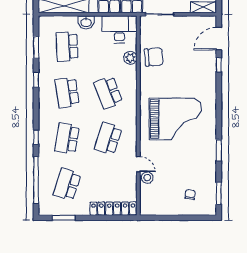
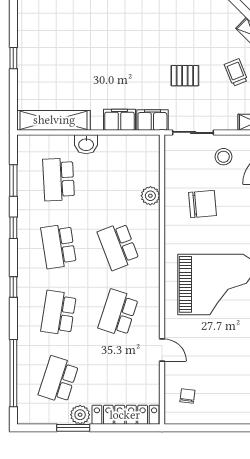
desk: (119, 29) -> (135, 154), removed
chair: (154, 57) -> (202, 204), moved
window: (36, 137) -> (13, 287), moved
stool: (147, 178) -> (223, 157), moved
chair: (190, 194) -> (187, 396), moved
plant: (82, 209) -> (80, 415), added
window: (64, 218) -> (73, 428), moved

